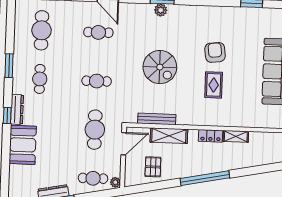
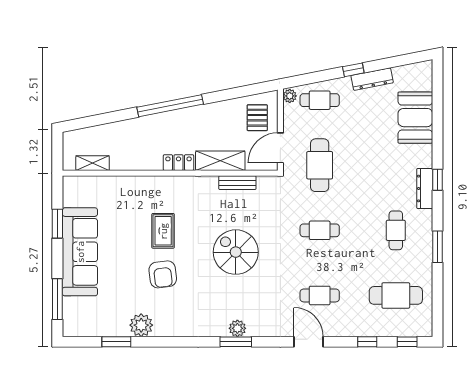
plant: (232, 15) -> (141, 325), added
cafe table: (42, 30) -> (396, 295), turned 90
bench: (157, 119) -> (237, 183), width x0.73
locker: (210, 136) -> (179, 163), moved
shelving: (236, 136) -> (93, 163), moved
booth: (23, 145) -> (415, 118), moved
pallet: (153, 167) -> (257, 118), moved

